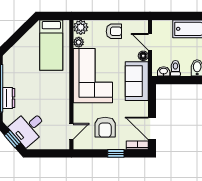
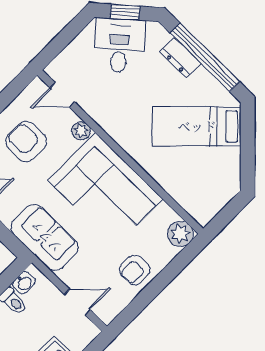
plant: (79, 42) -> (81, 131), moved
bed: (51, 45) -> (197, 126), moved, turned -45
floor lamp: (143, 56) -> (68, 277), removed
door: (71, 131) -> (62, 95), hinge flipped

